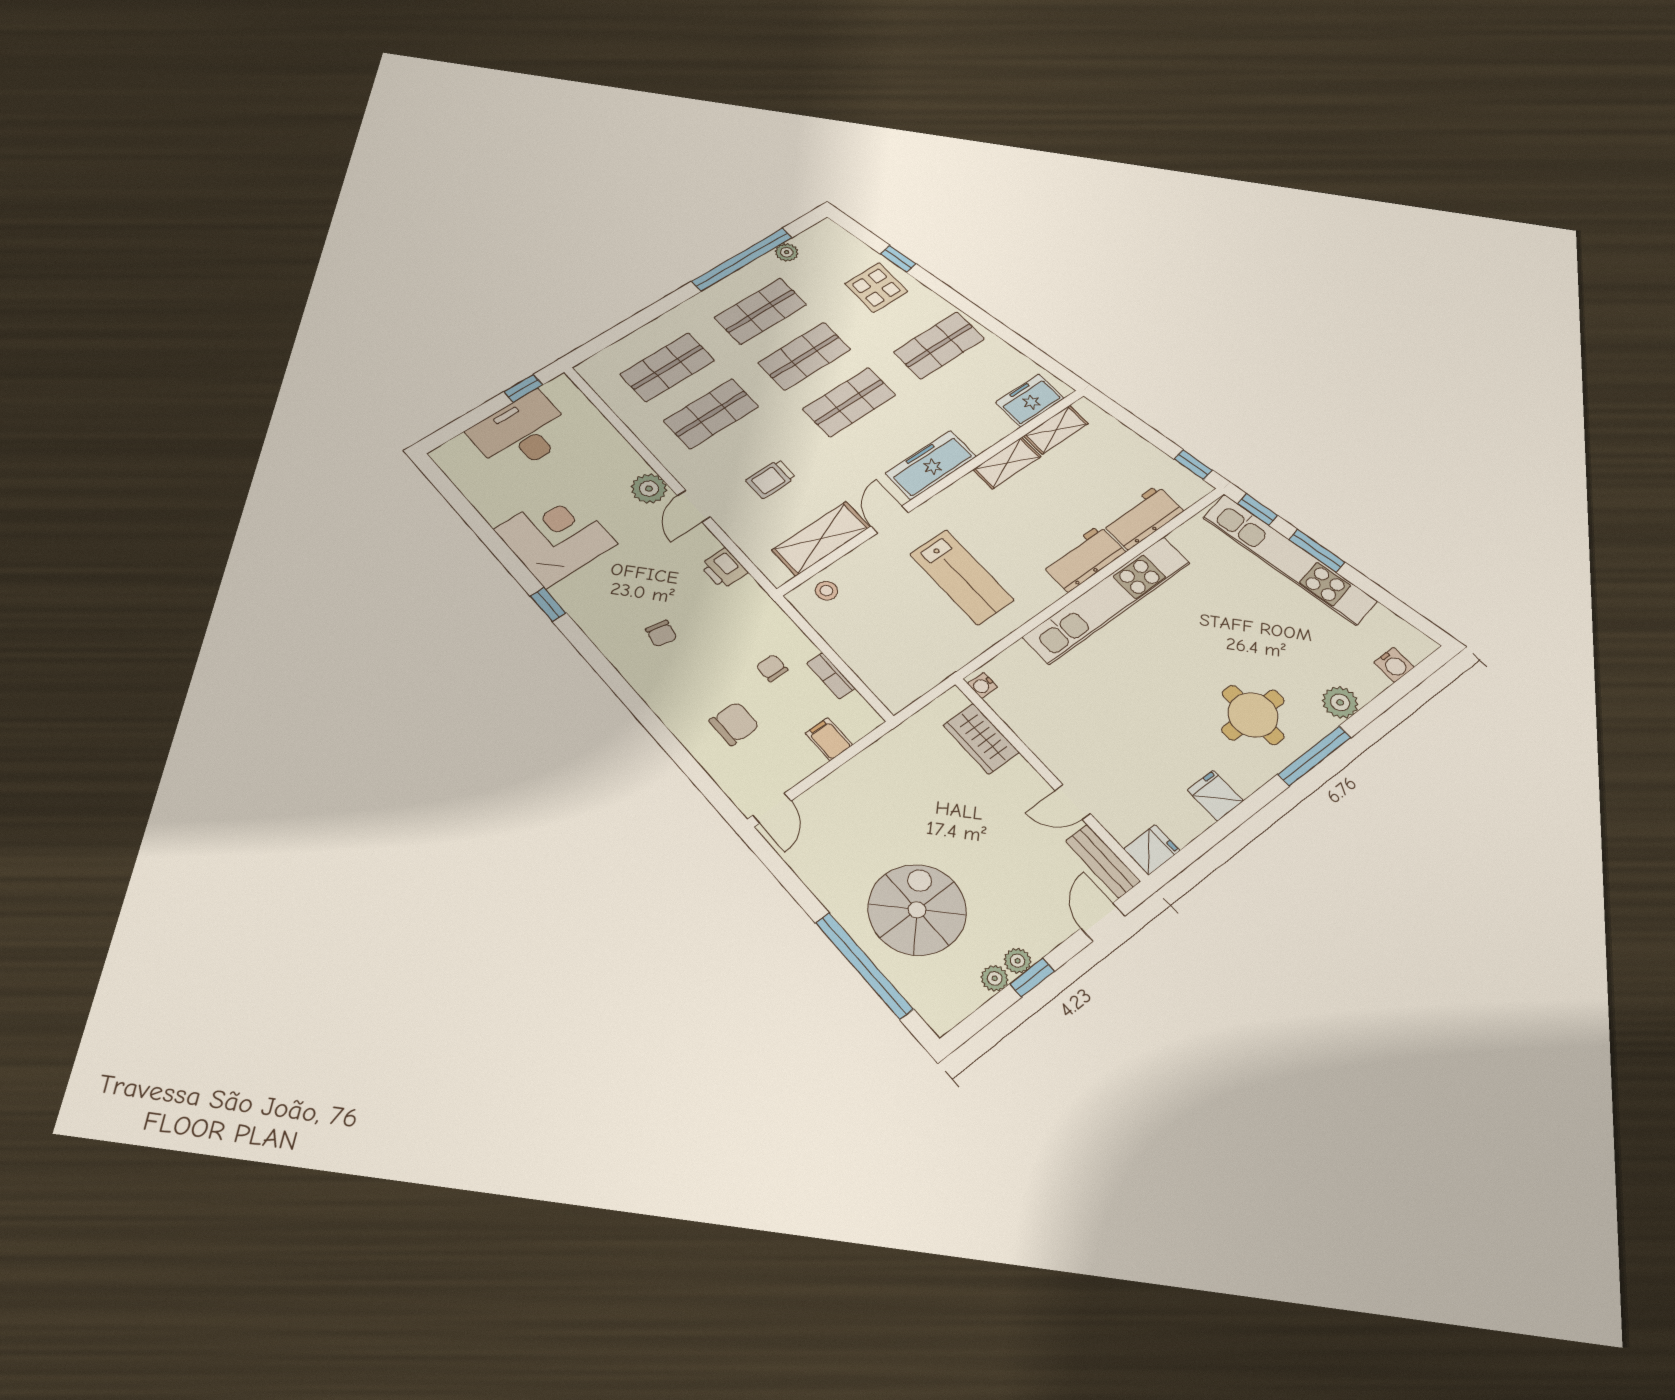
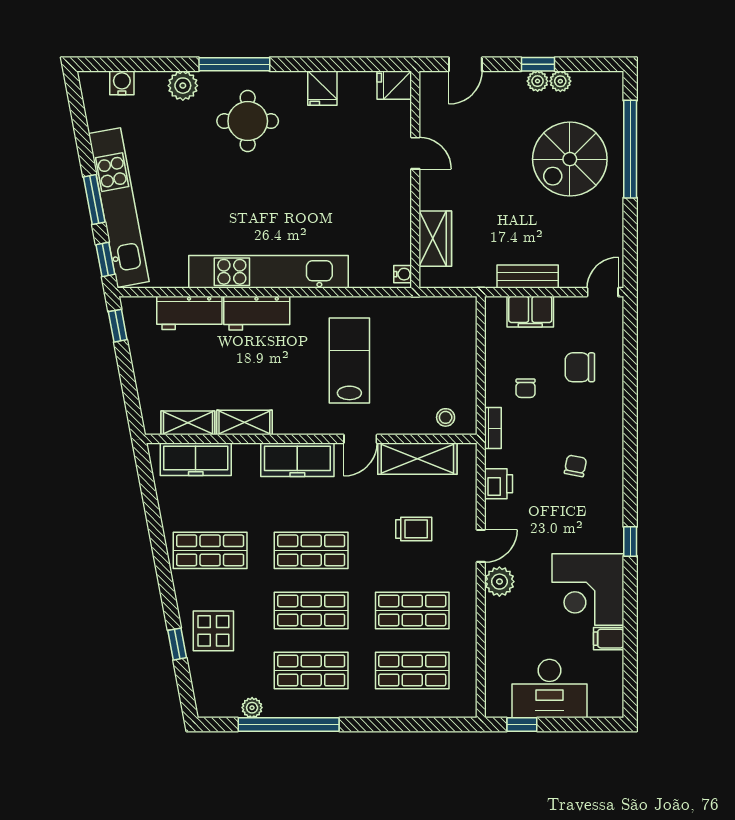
freezer: (1030, 400) -> (196, 459), width x1.40
filing cabinet: (498, 509) -> (609, 639), added
bookcase: (831, 676) -> (493, 428), moved
filing cabinet: (829, 739) -> (530, 312), width x2.00
bench: (1103, 861) -> (528, 277), moved, turned 90

